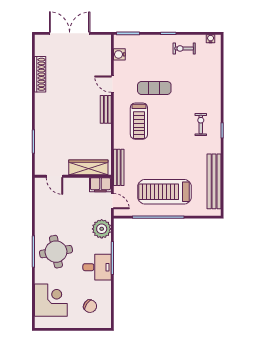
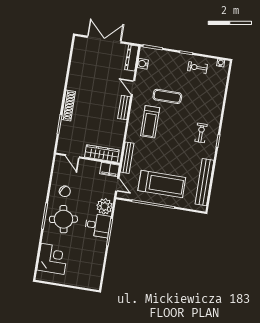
dresser: (105, 50) -> (132, 58), added
shoe rack: (40, 74) -> (68, 105), moved
treadmill: (165, 192) -> (162, 184), turned 180
desk: (97, 267) -> (98, 225), moved
chair: (90, 306) -> (65, 191), moved

